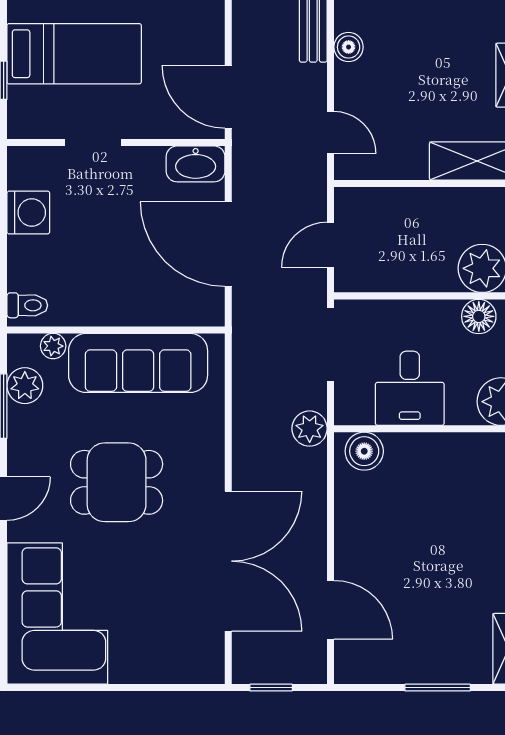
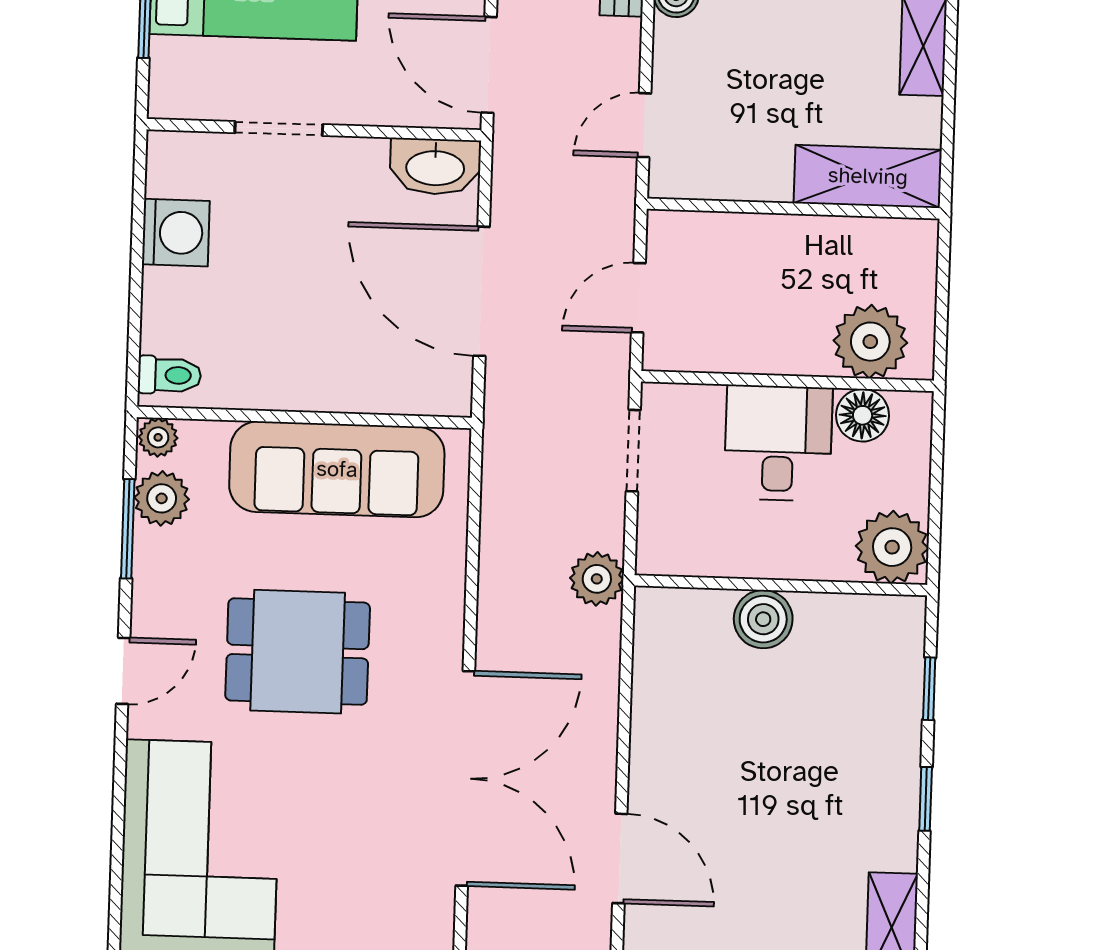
door: (331, 133) -> (644, 125), swing flipped
doorway: (331, 344) -> (633, 451), width x0.73
plant: (53, 346) -> (158, 437), moved
desk: (410, 388) -> (778, 443), moved, turned 180
boiler: (364, 451) -> (763, 619), moved

